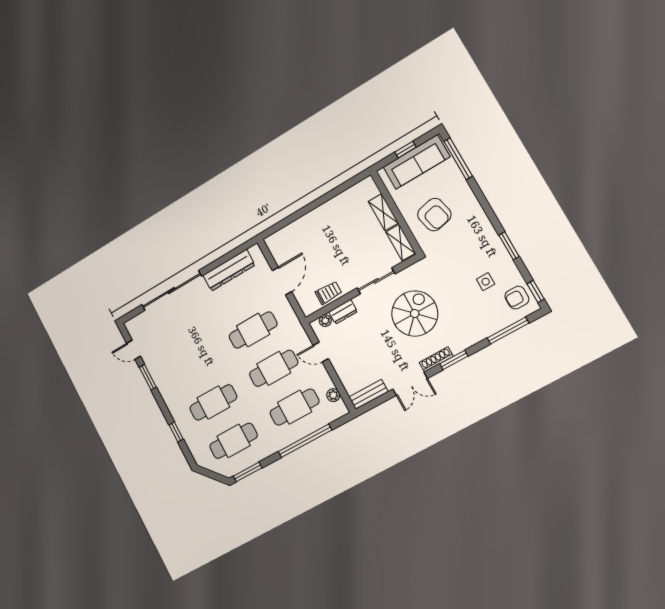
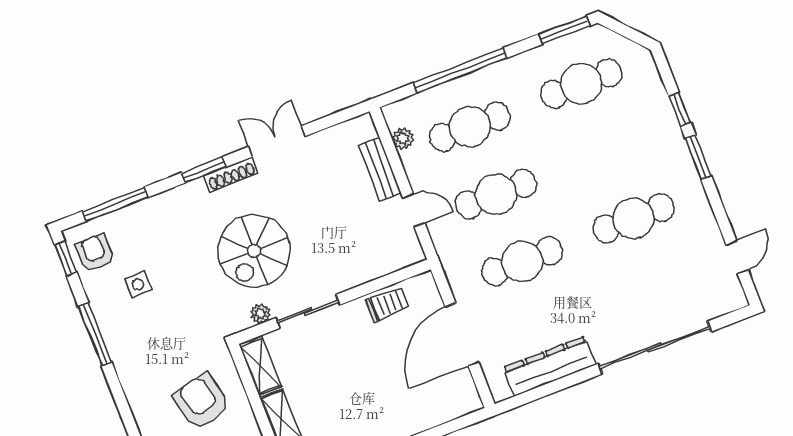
window: (509, 246) -> (95, 334), width x1.44
door: (282, 281) -> (462, 335), width x1.36
trolley: (328, 293) -> (388, 304), turned 180
armchair: (517, 298) -> (95, 253), turned -90
dresser: (343, 312) -> (368, 270), removed
plant: (325, 321) -> (260, 314), moved
door: (134, 350) -> (737, 257), hinge flipped
window: (148, 377) -> (698, 157), moved
bench: (368, 394) -> (380, 169), moved, turned 90
cafe table: (213, 403) -> (633, 218), moved

